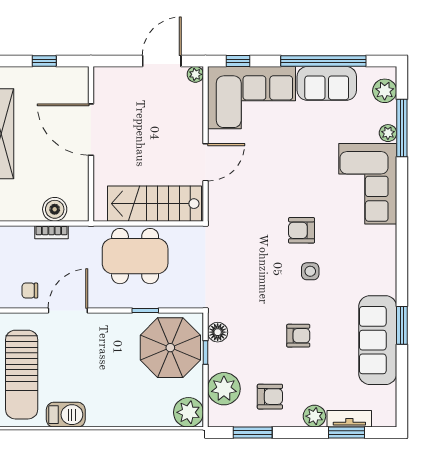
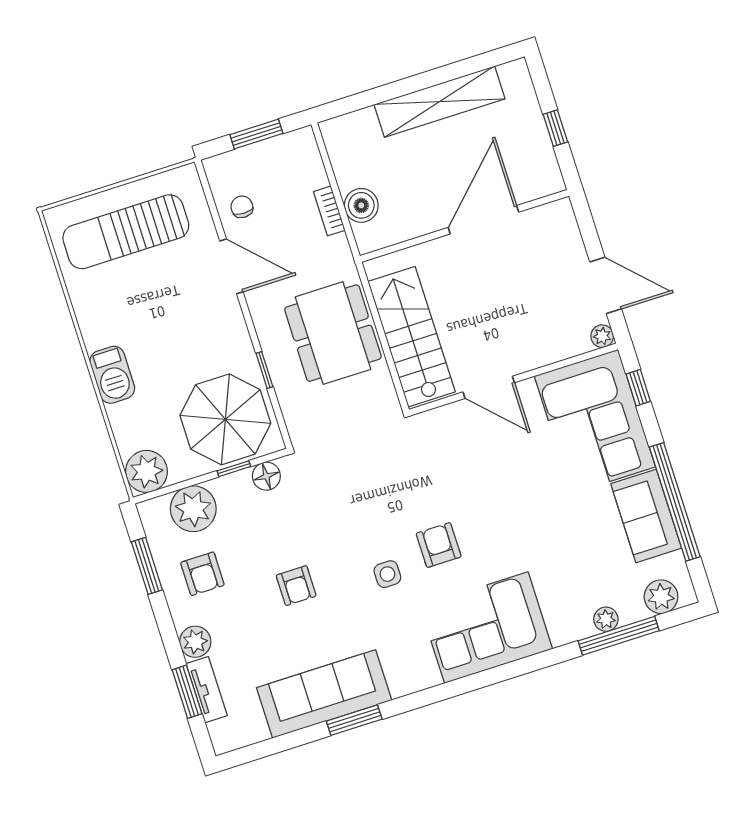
corner sofa: (368, 184) -> (486, 628), moved
barbecue: (66, 415) -> (112, 375), moved

